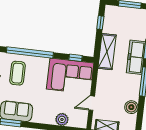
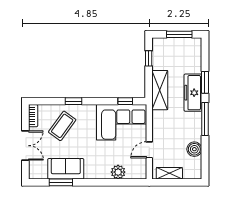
window: (30, 53) -> (73, 101), width x0.32
coffee table: (17, 73) -> (62, 126), turned 36

